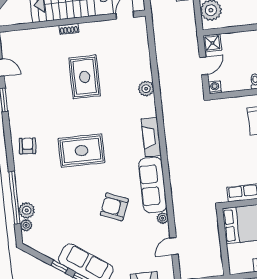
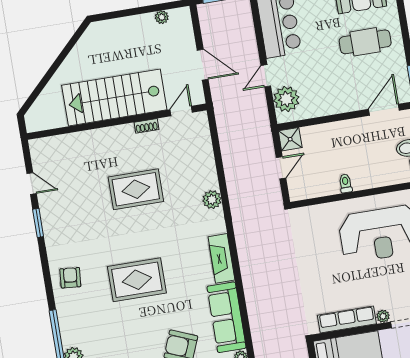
shoe rack: (69, 29) -> (146, 126), moved
rug: (85, 77) -> (136, 189), turned 90
washing machine: (215, 87) -> (296, 193), removed

